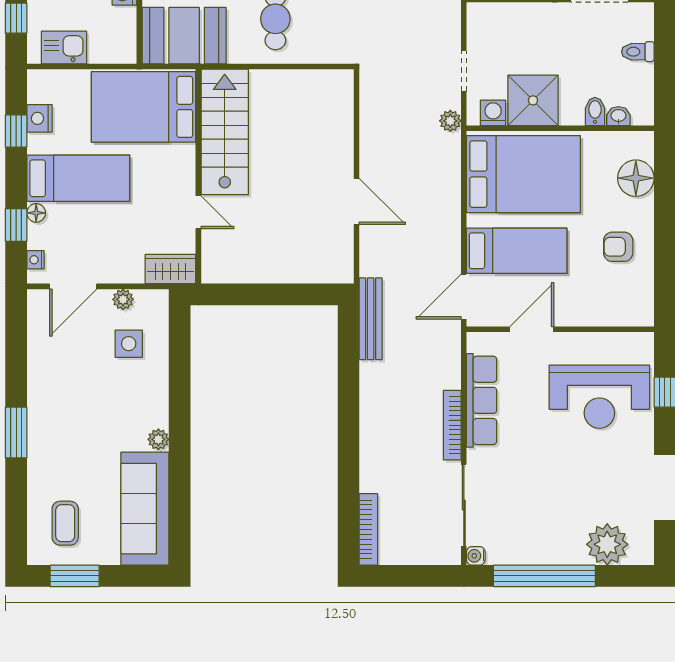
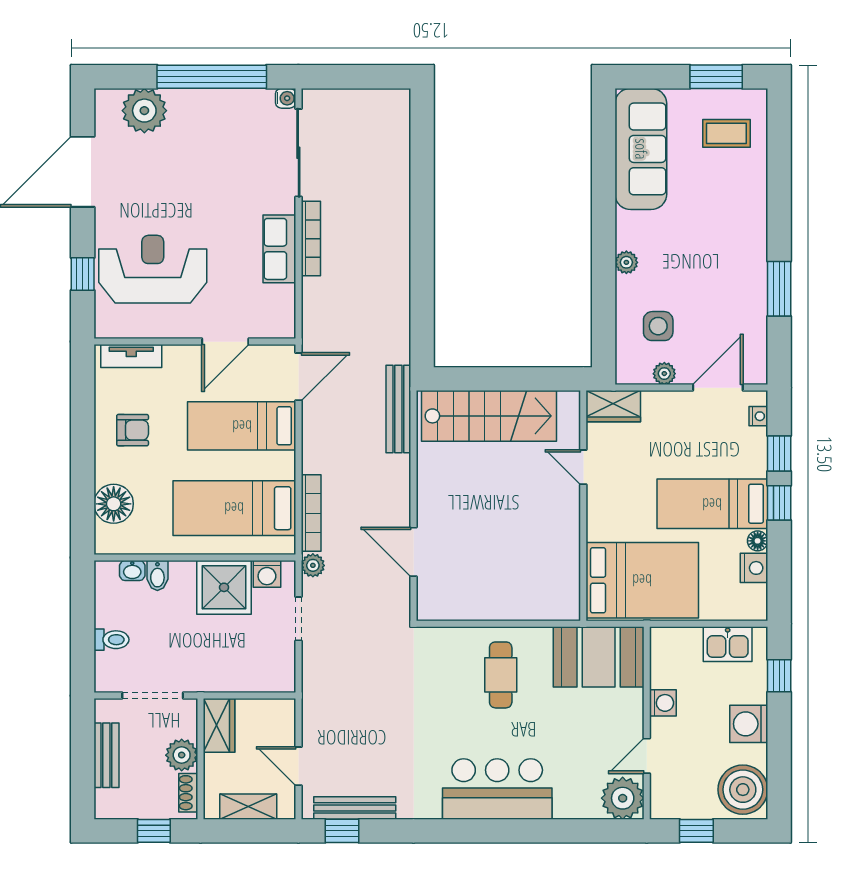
window: (16, 131) -> (779, 503), moved
stairs: (225, 132) -> (489, 416), moved, turned -90
bed: (523, 174) -> (234, 508), width x0.67
door: (357, 201) -> (414, 552), moved
floor lamp: (36, 213) -> (758, 541), moved
tv unit: (619, 316) -> (131, 356), added
bench: (371, 319) -> (398, 409), moved
row of seats: (482, 400) -> (279, 249), width x0.68
window: (16, 432) -> (779, 289), moved
plant: (158, 439) -> (626, 262), moved
coffee table: (65, 523) -> (726, 133), turned 90
bookcase: (368, 529) -> (311, 513), moved, turned 180

